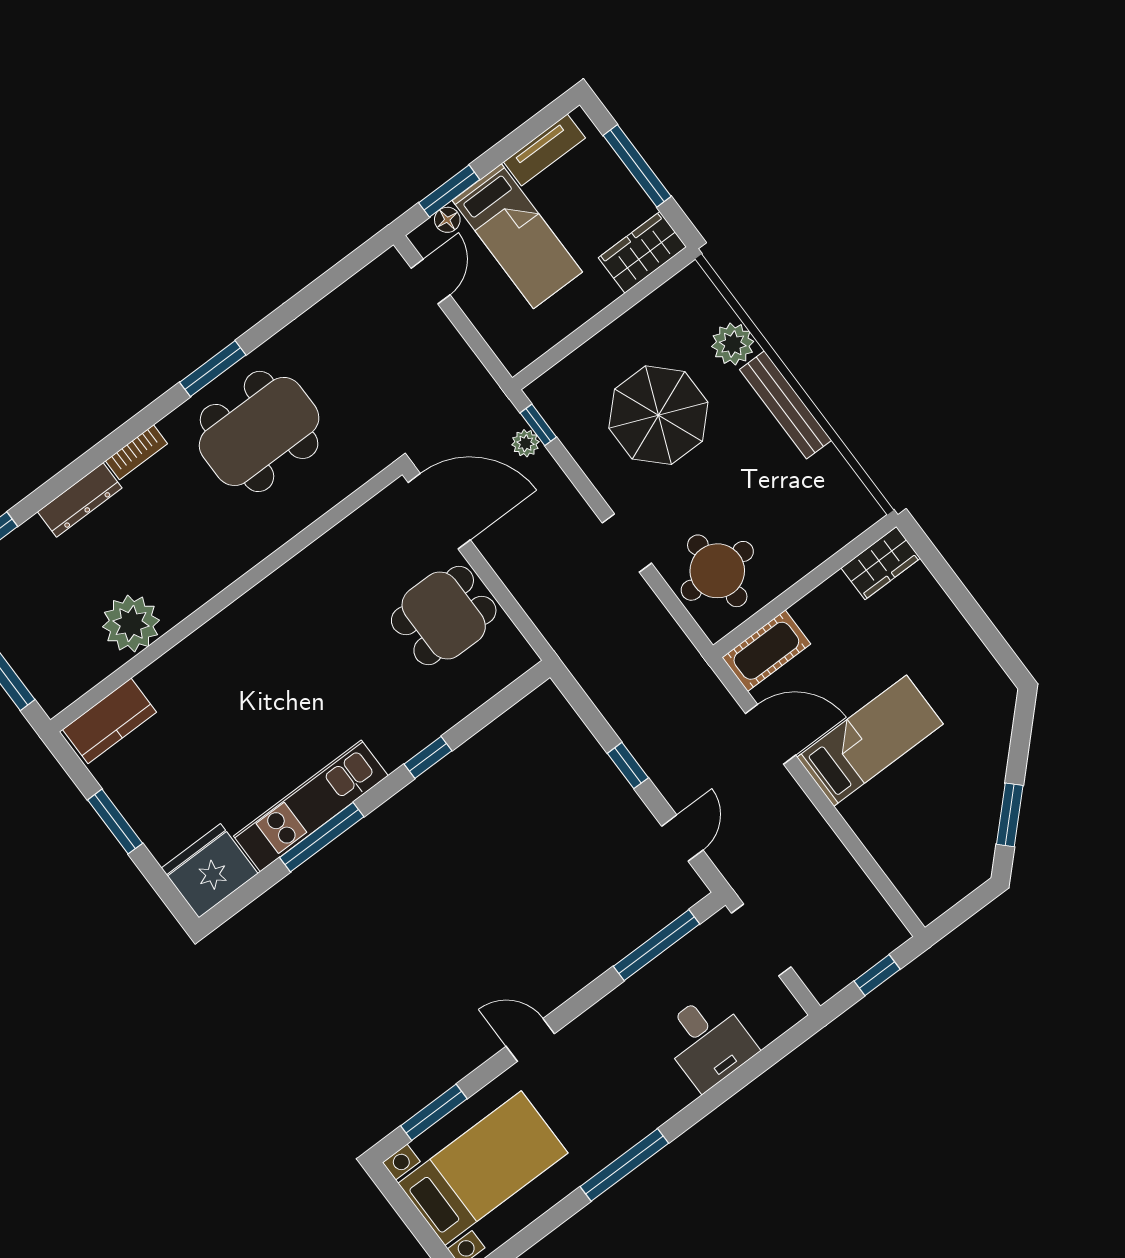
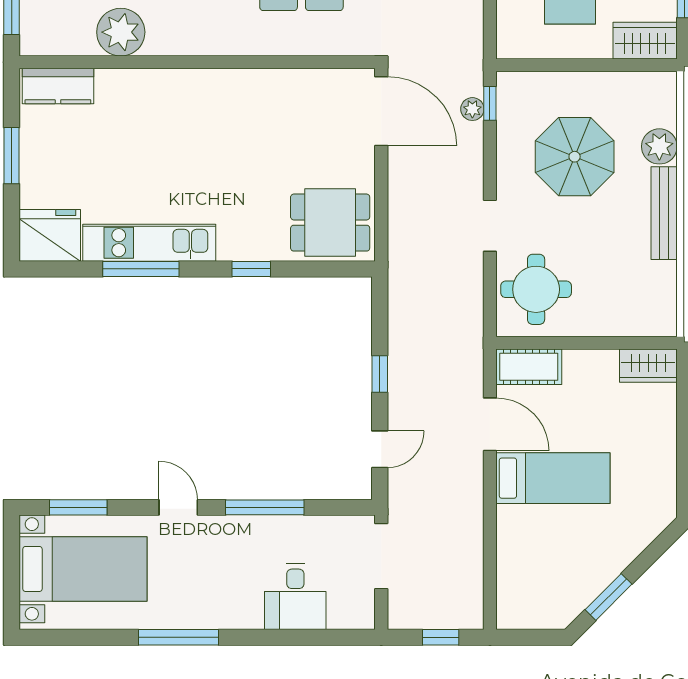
dining table: (444, 616) -> (330, 223), moved
window: (657, 945) -> (265, 507), moved

